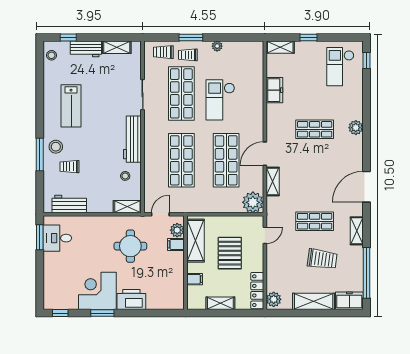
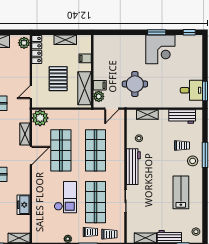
shelving: (127, 207) -> (147, 115), moved
printer: (131, 300) -> (134, 43), removed

